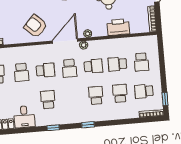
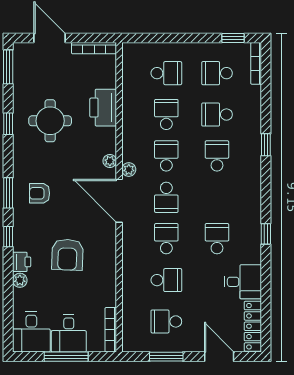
armchair: (36, 26) -> (67, 255), moved, turned -41
school desk: (117, 64) -> (166, 115), turned 180
school desk: (69, 68) -> (166, 197), turned 90
school desk: (144, 91) -> (217, 73), turned 90
school desk: (96, 95) -> (217, 156), turned 90
school desk: (48, 100) -> (217, 239), turned 90
window: (88, 125) -> (266, 145), moved

